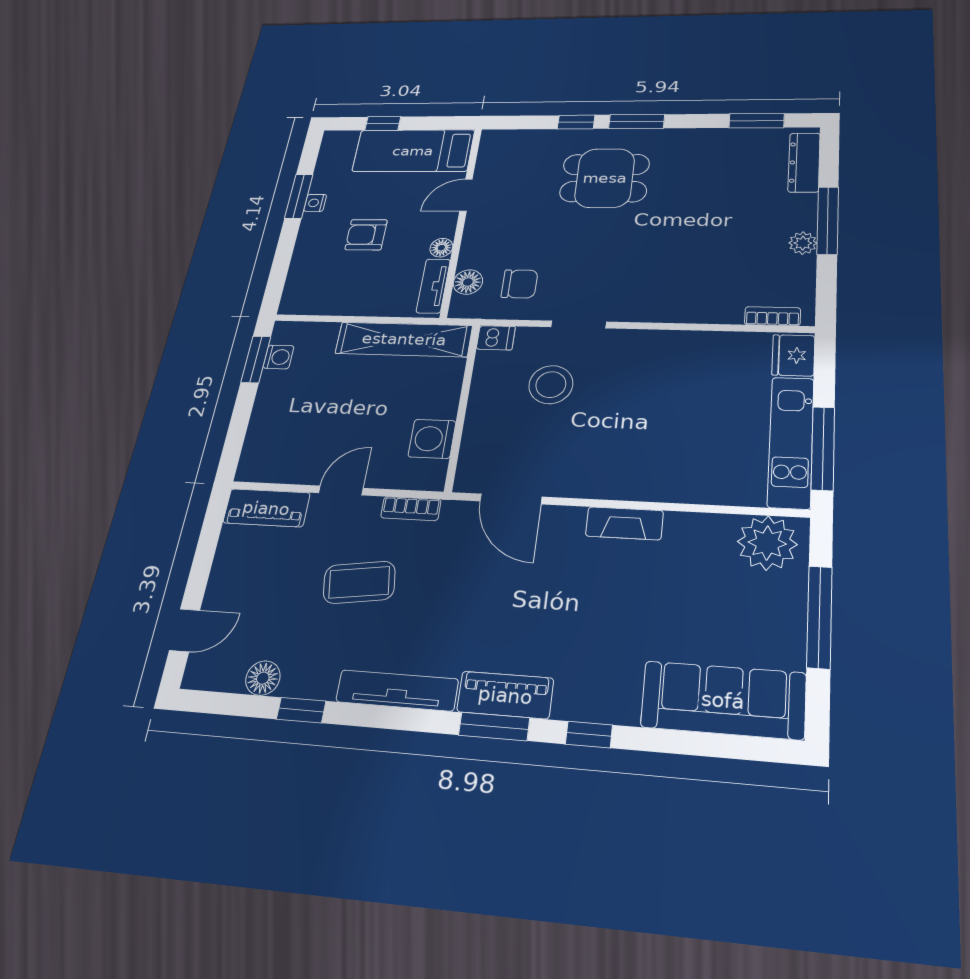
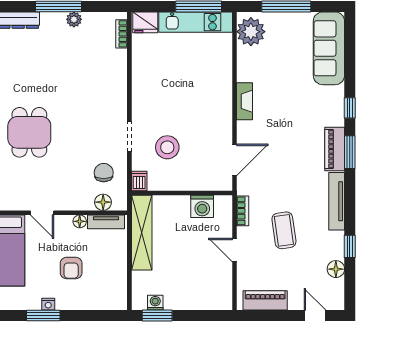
piano: (266, 508) -> (265, 300), moved, turned -90

